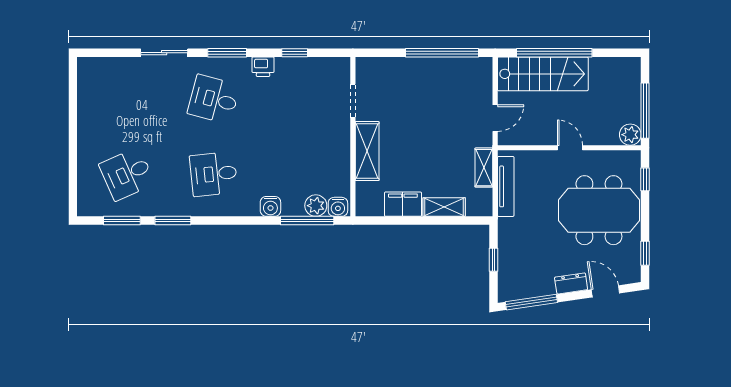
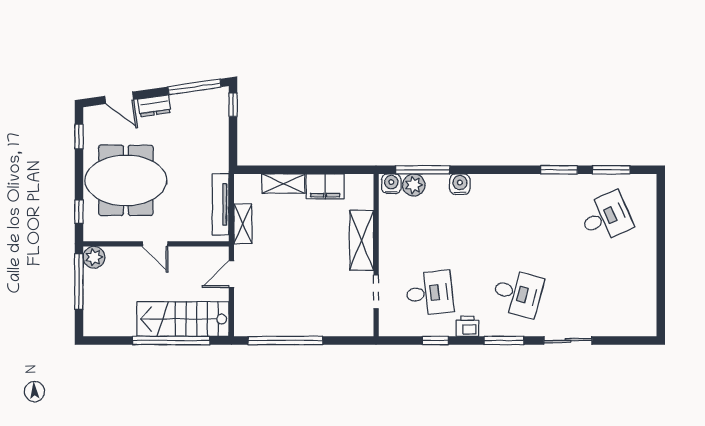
desk: (214, 174) -> (430, 293), moved
window: (493, 260) -> (233, 105), moved

